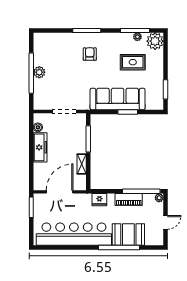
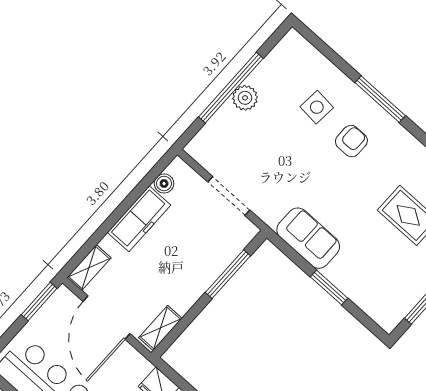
side table: (67, 53) -> (317, 107), added
sofa: (118, 99) -> (308, 238), width x0.54, depth x0.79
shelving: (82, 164) -> (160, 328), moved
shelving: (38, 180) -> (89, 268), added
door: (60, 192) -> (106, 318), swing flipped

